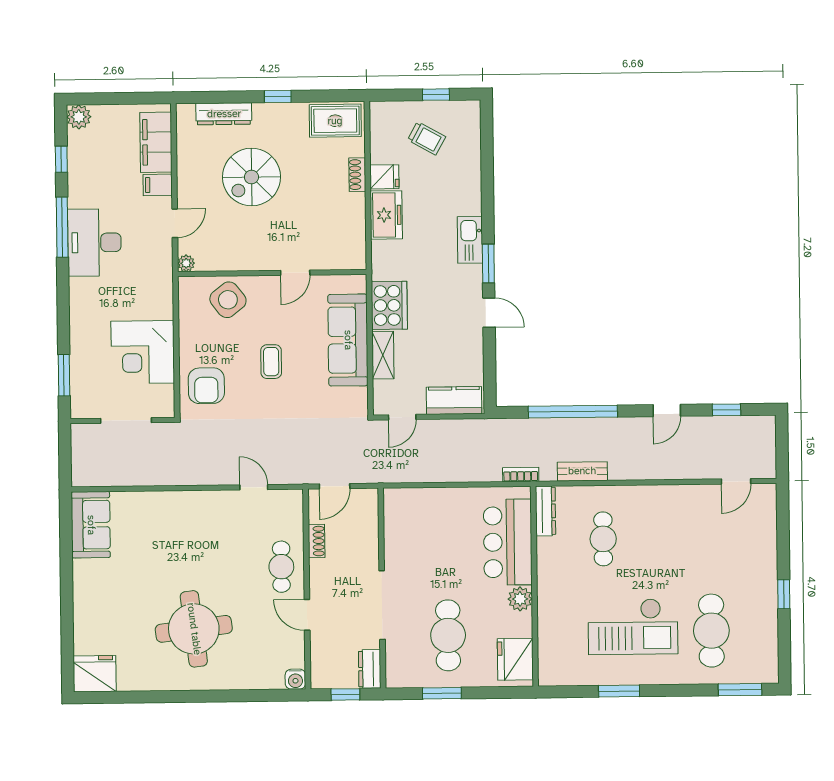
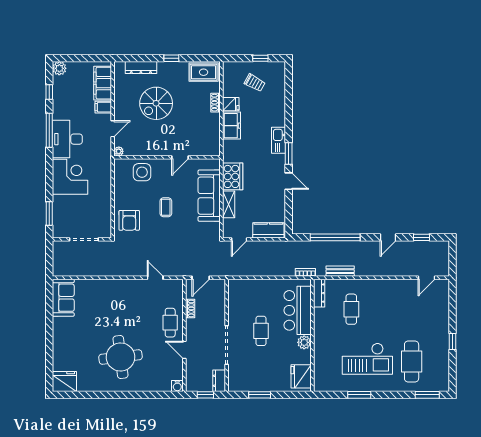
side table: (228, 300) -> (142, 172), turned 38
corner desk: (143, 352) -> (70, 177), moved, turned 180
cafe table: (448, 635) -> (261, 331), moved, width x0.73, depth x0.74

